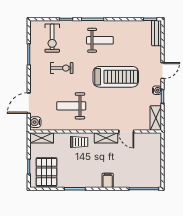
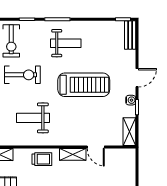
exercise bike: (62, 68) -> (22, 75), width x1.38, depth x1.39

